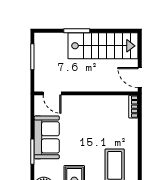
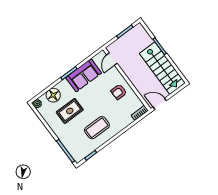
door: (140, 78) -> (160, 104), hinge flipped
armchair: (93, 112) -> (119, 92), added

